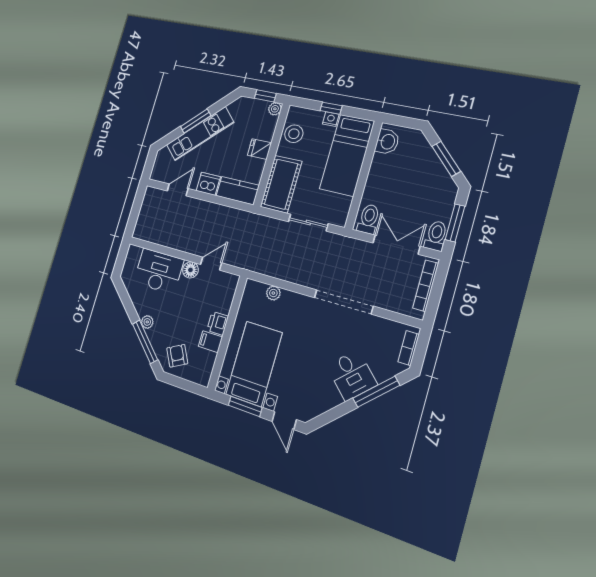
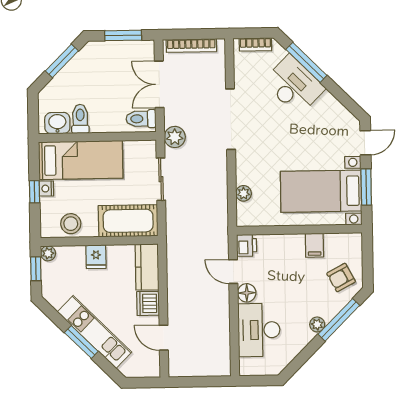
toilet: (436, 236) -> (80, 119), moved, turned 90
plant: (342, 245) -> (175, 137), added
printer: (218, 323) -> (247, 245), moved, turned -90
desk: (352, 375) -> (294, 85), width x1.37

